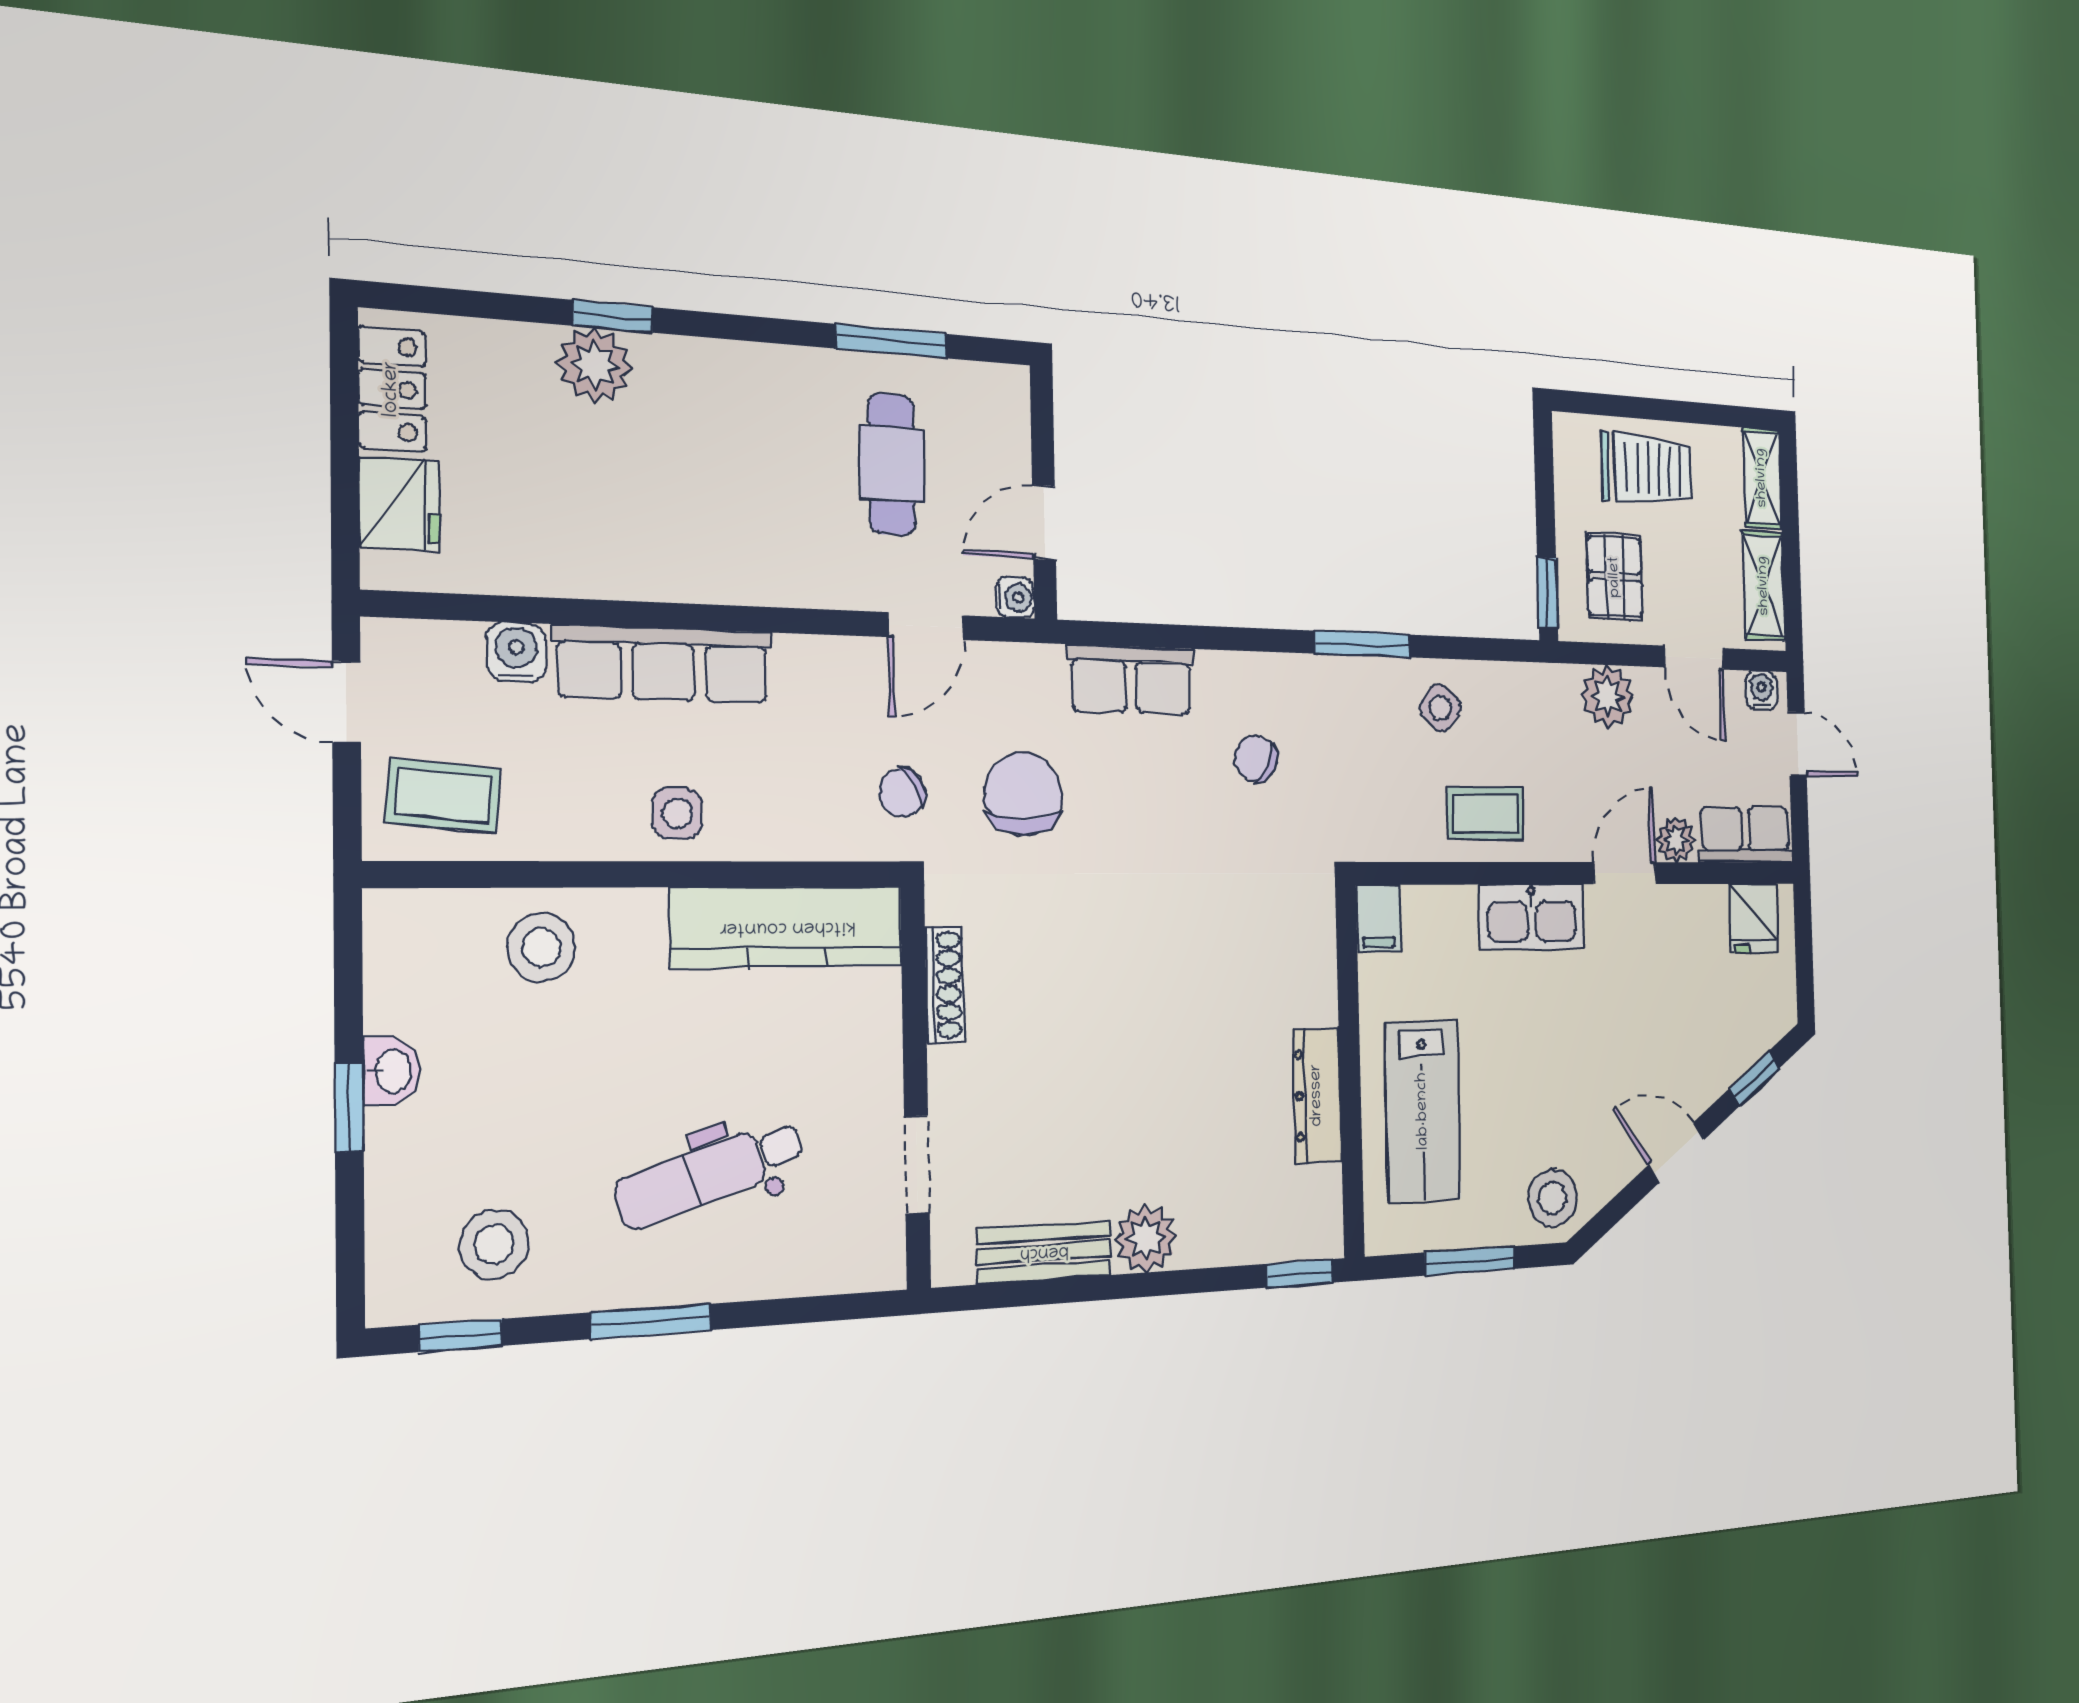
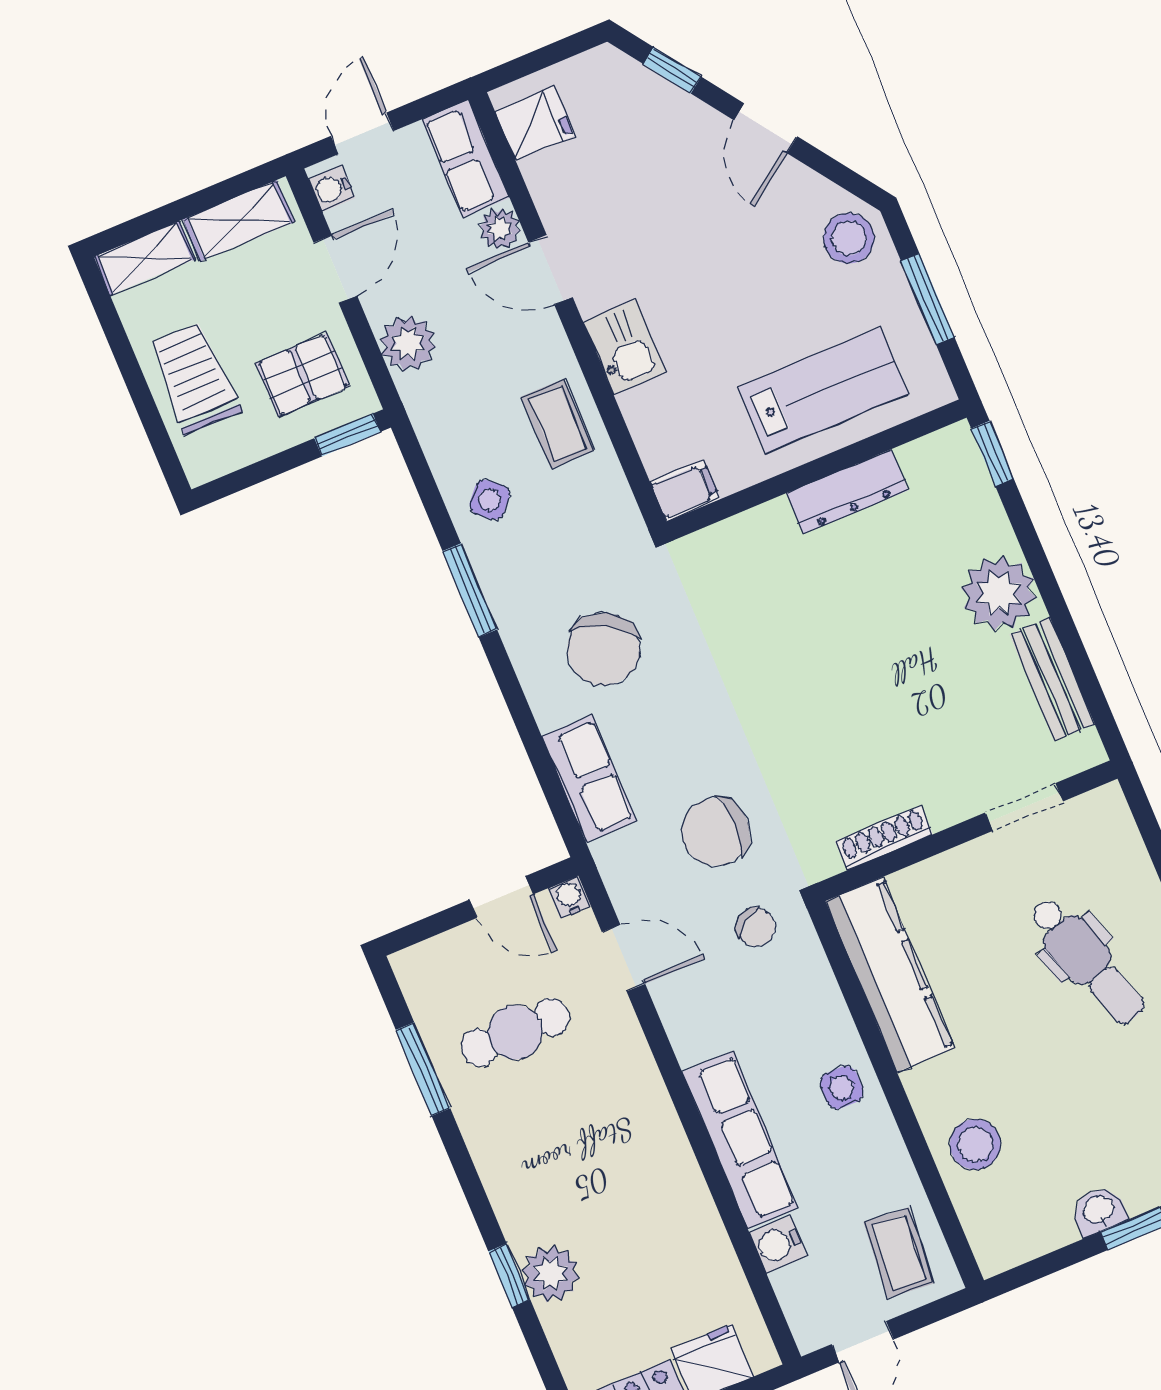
chair: (1256, 758) -> (604, 649), width x1.87, depth x1.87
kitchen sink: (1532, 917) -> (625, 347), width x0.73
plant: (1146, 1238) -> (999, 593), width x1.36, depth x1.36

